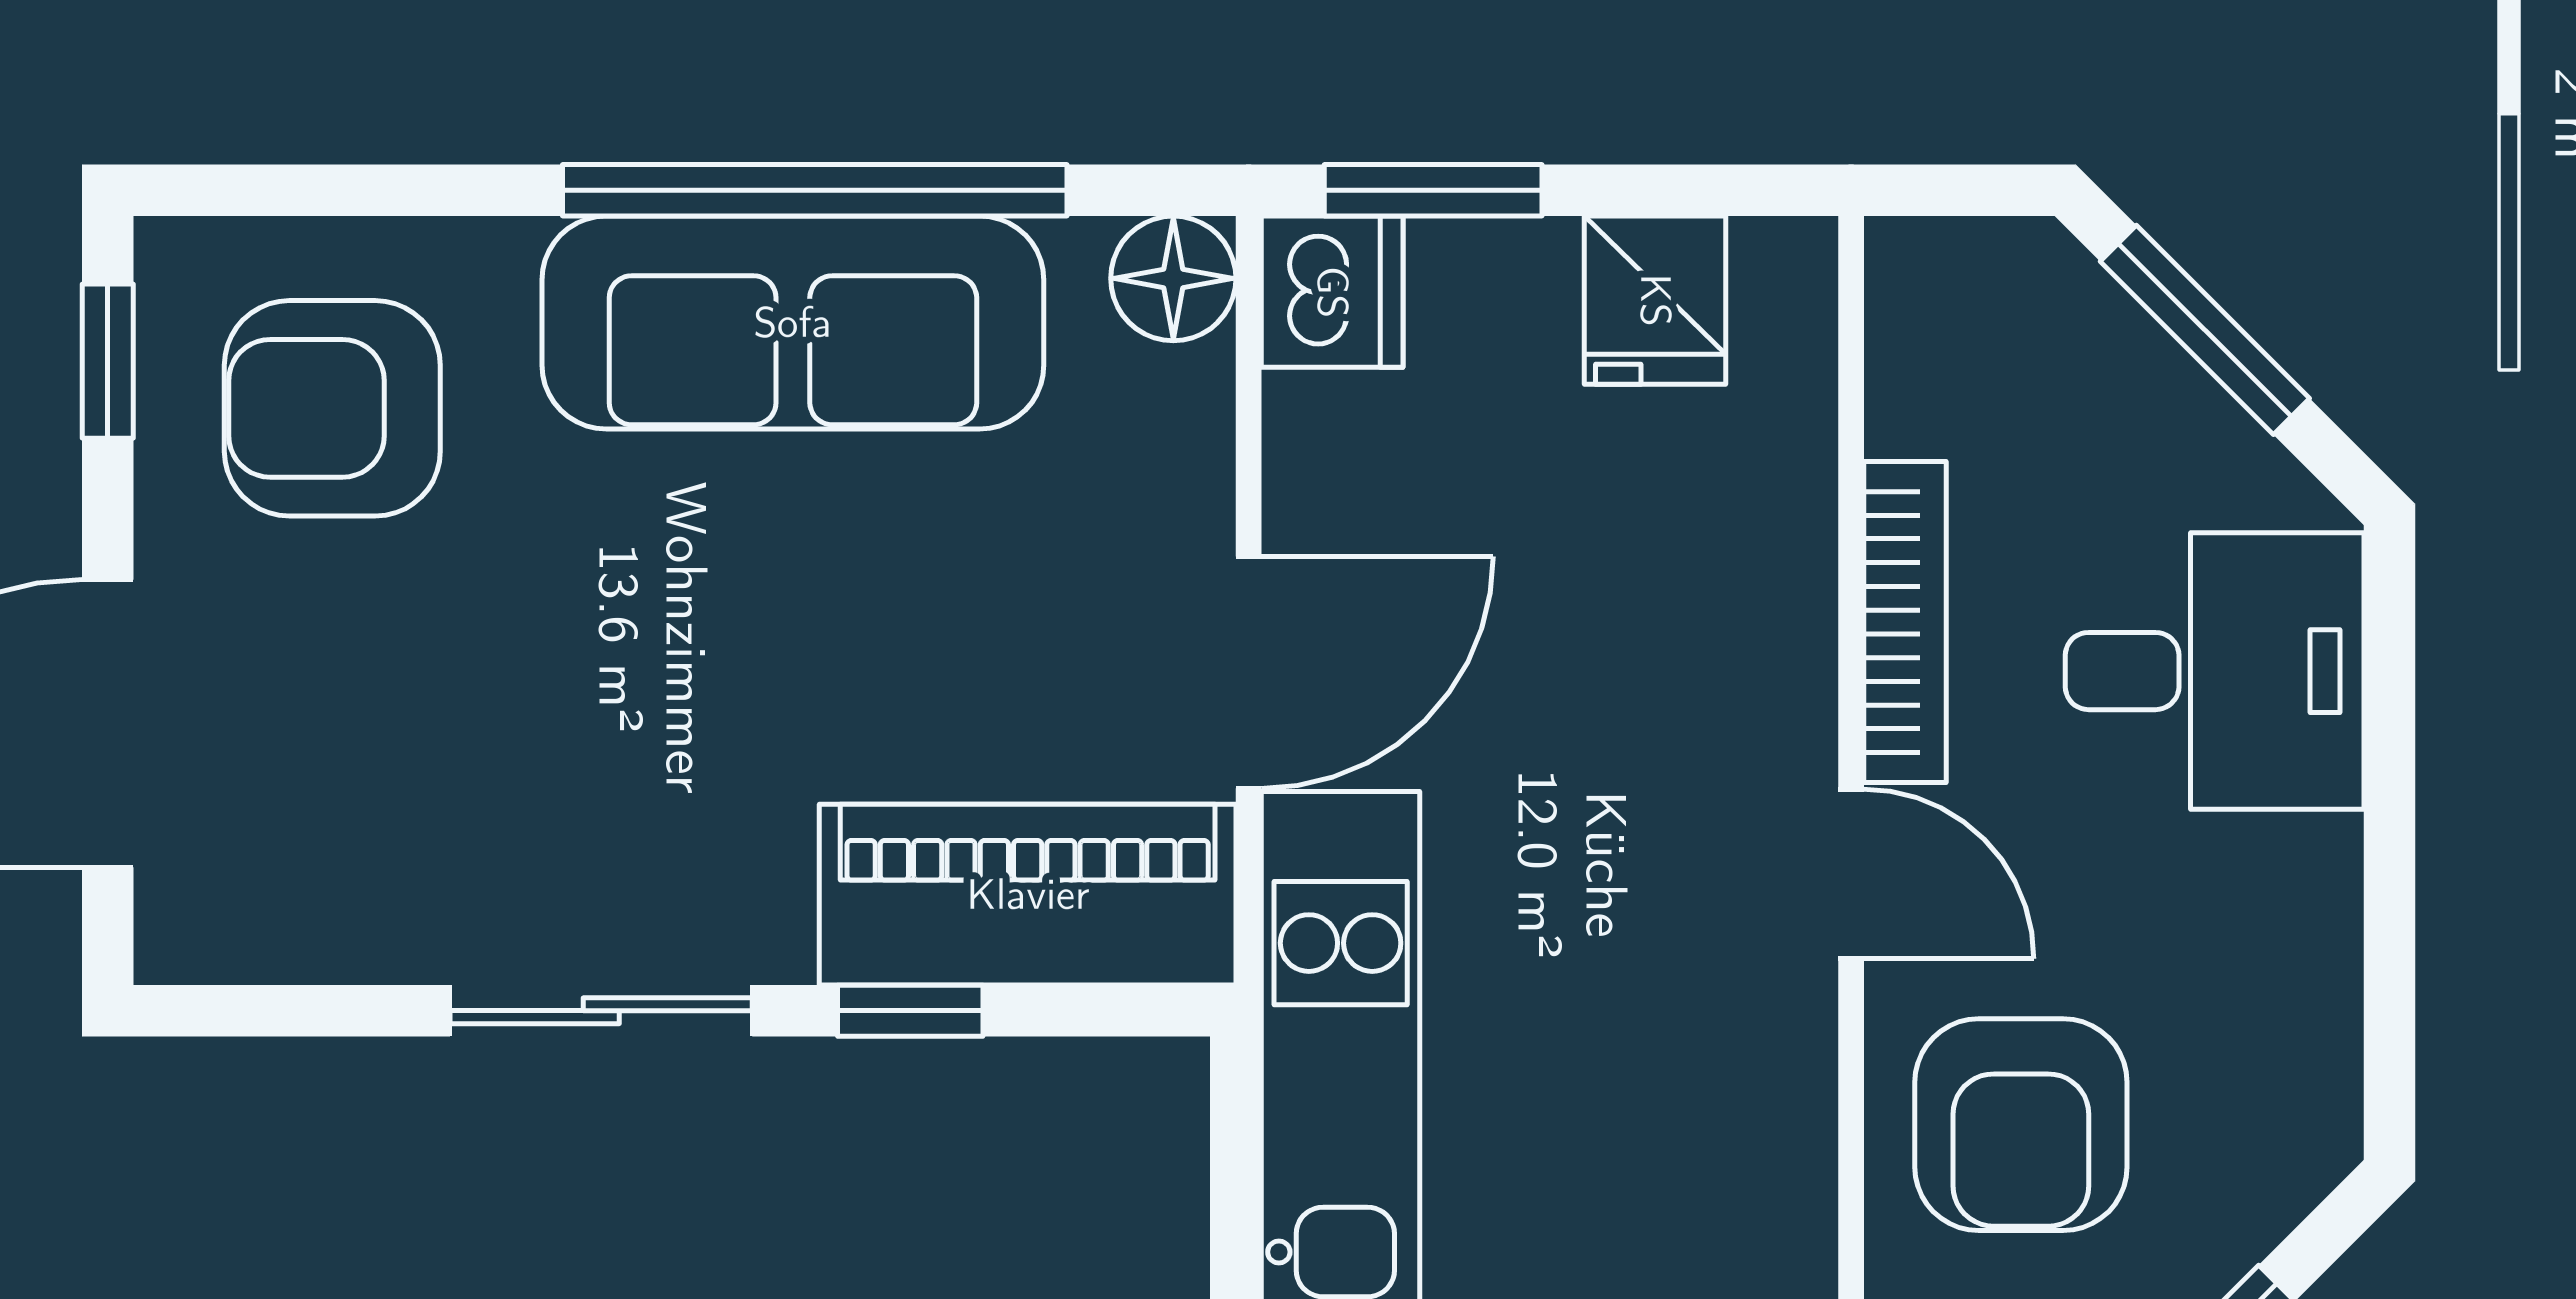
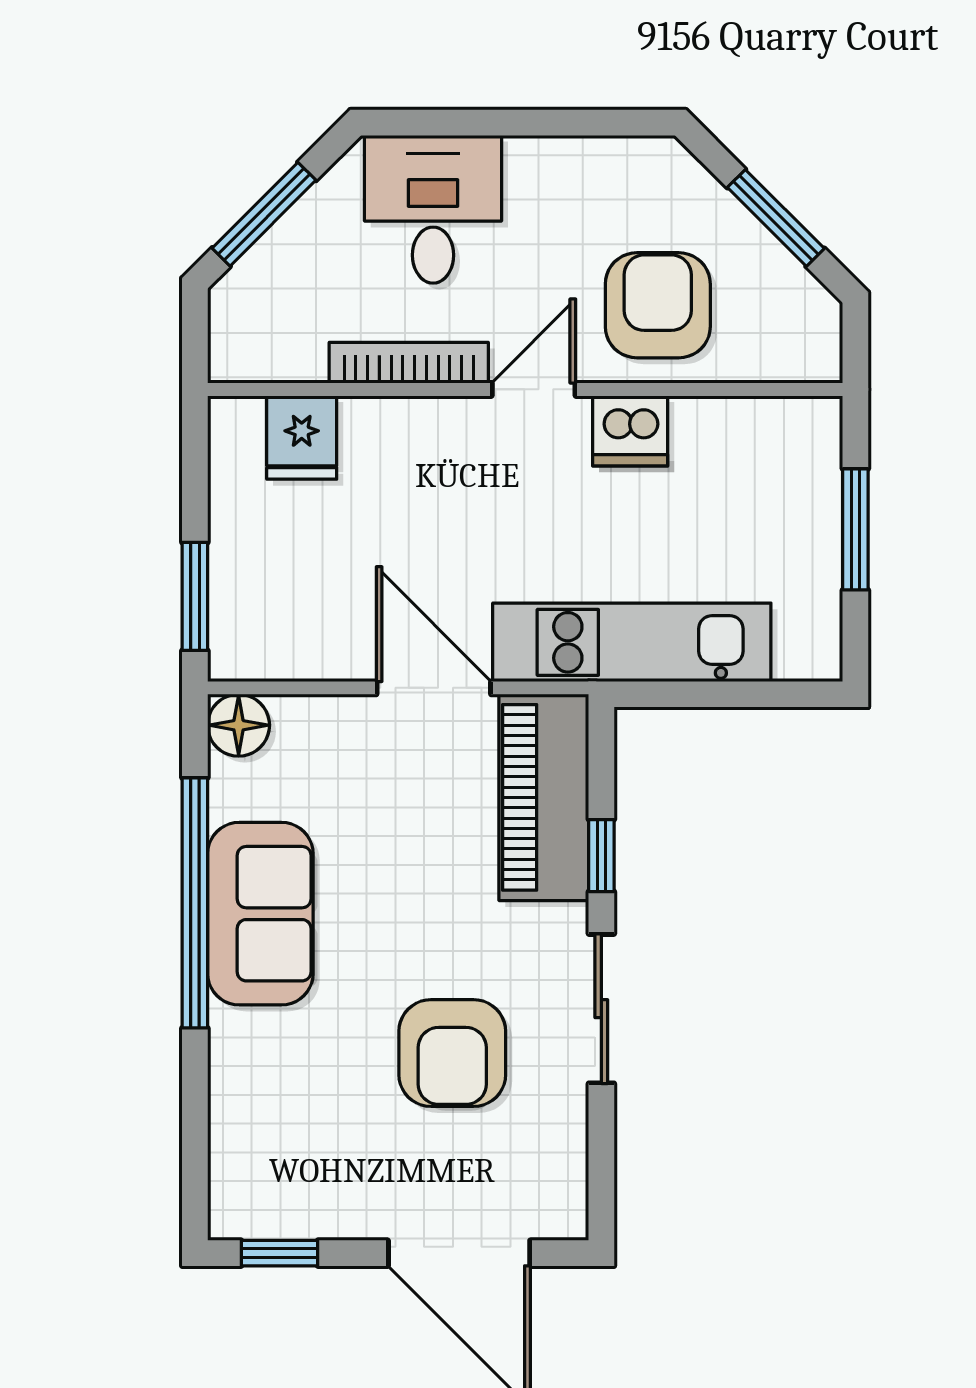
dishwasher: (1332, 292) -> (630, 431), moved, turned 180
fridge: (1655, 300) -> (302, 437), moved, turned 90
sofa: (793, 323) -> (260, 914), width x0.73
armchair: (332, 408) -> (452, 1053), moved
armchair: (2021, 1125) -> (658, 305), turned -90

